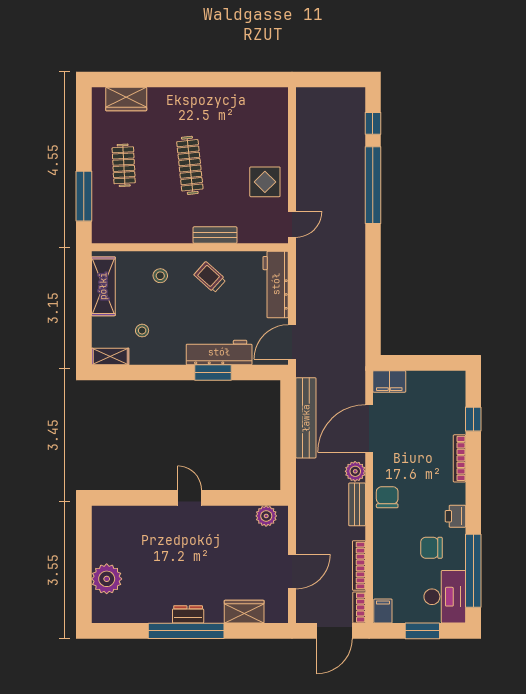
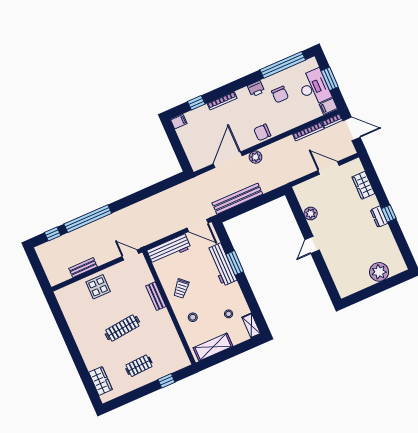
display table: (265, 182) -> (98, 287), moved
window: (84, 196) -> (166, 381), width x0.46
filing cabinet: (389, 381) -> (179, 122), moved, width x0.50
door: (369, 429) -> (228, 160), swing flipped
bench: (357, 504) -> (83, 268), moved
plant: (266, 516) -> (311, 214), moved
desk: (445, 597) -> (314, 87), moved, turned 90
window: (186, 631) -> (389, 214), width x0.32

